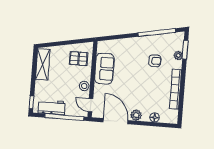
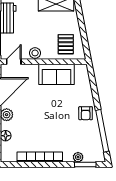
armchair: (155, 61) -> (86, 113), moved

